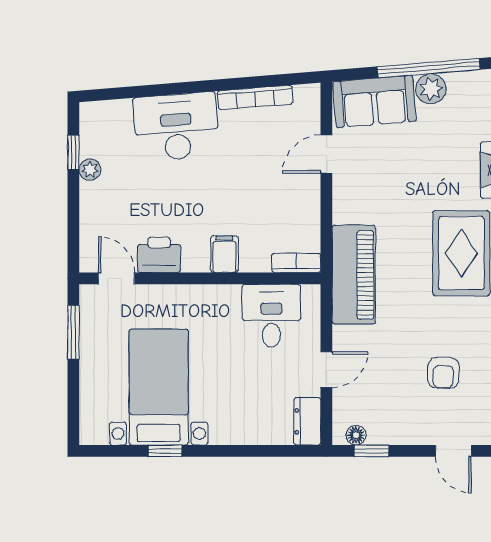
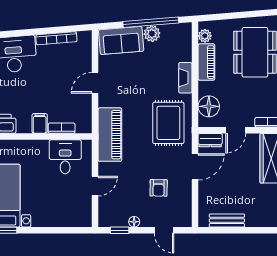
door: (326, 154) -> (95, 83), moved
bookcase: (296, 263) -> (62, 128), moved
dresser: (307, 421) -> (85, 214), removed
floor lamp: (356, 435) -> (134, 222), moved

